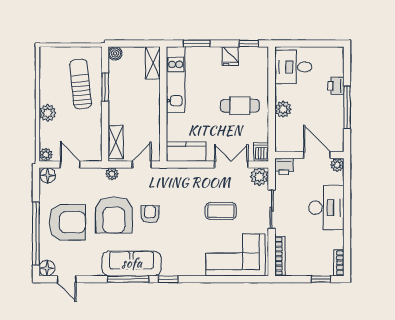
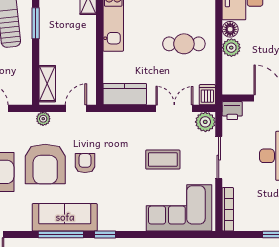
floor lamp: (282, 92) -> (230, 29), added

